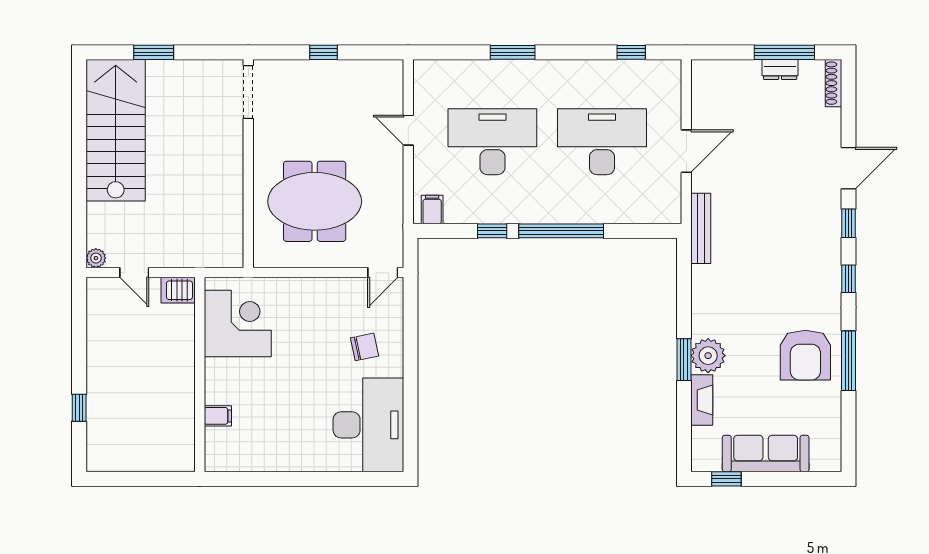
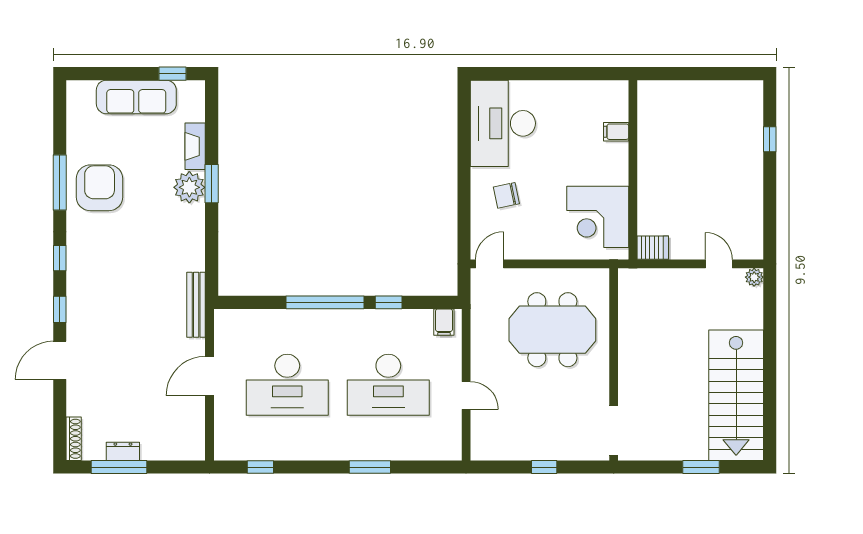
server rack: (178, 290) -> (653, 248), moved
corner desk: (238, 324) -> (598, 217), moved
wall: (200, 375) -> (633, 170), moved
filing cabinet: (218, 416) -> (616, 132), moved

